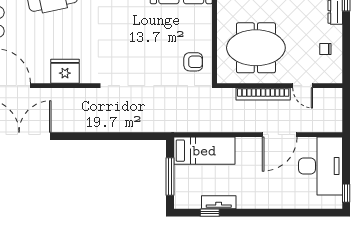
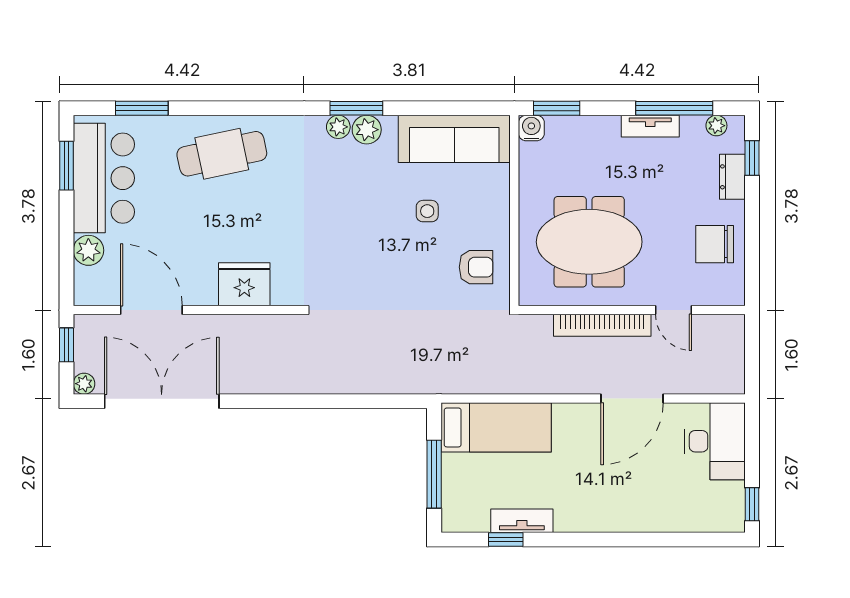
side table: (166, 31) -> (427, 211), added
chair: (325, 49) -> (715, 244), width x1.87, depth x1.87
desk: (321, 166) -> (715, 441), width x0.73, depth x0.77

